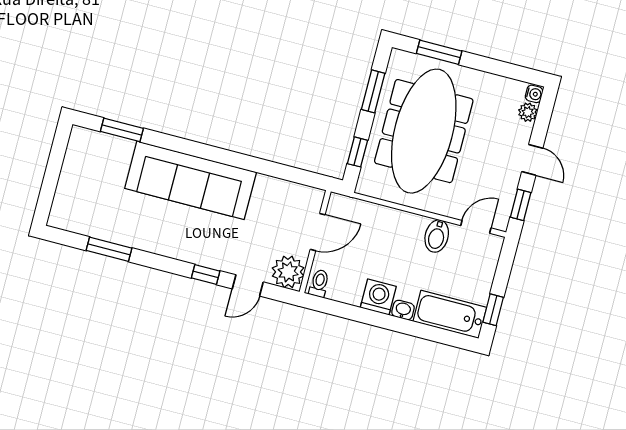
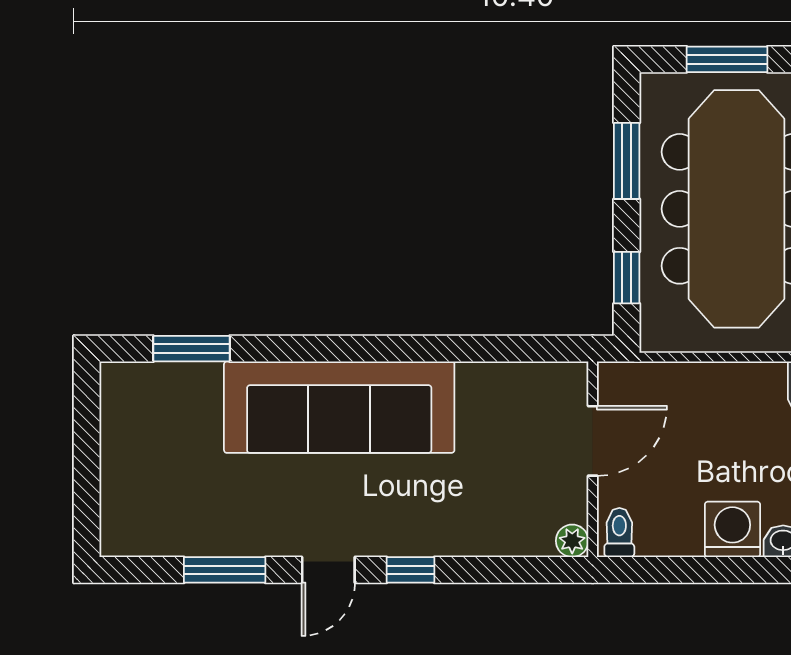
plant: (288, 272) -> (572, 541), width x0.53, depth x0.53
door: (248, 285) -> (328, 570), moved

